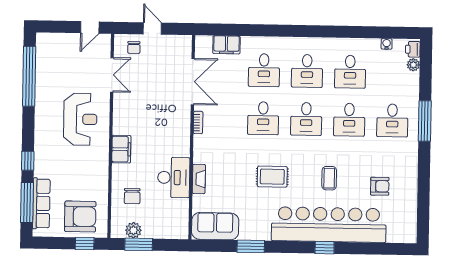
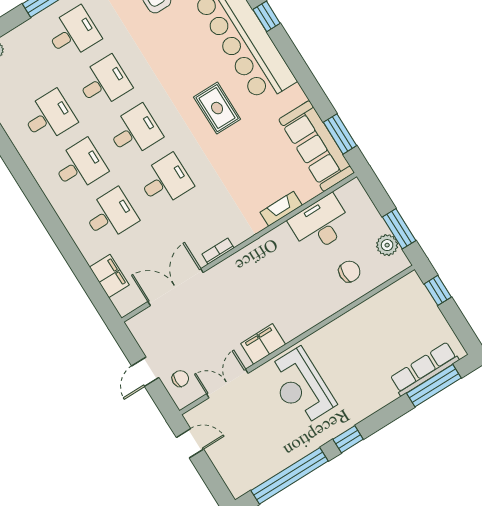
reception desk: (80, 119) -> (301, 387), turned -90
filing cabinet: (121, 149) -> (263, 344), moved
window: (28, 161) -> (348, 439), moved
desk: (174, 177) -> (321, 224), moved
rug: (272, 177) -> (217, 108), moved
coffee table: (329, 178) -> (185, 62), removed
armchair: (80, 217) -> (411, 315), removed
sofa: (215, 226) -> (316, 146), width x1.36
window: (251, 246) -> (340, 134), moved

